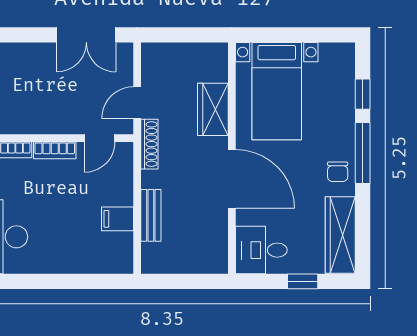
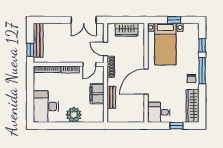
window: (297, 35) -> (174, 20), added
door: (137, 103) -> (105, 49), hinge flipped
wardrobe: (213, 109) -> (127, 30), moved, turned -90
door: (232, 179) -> (146, 82), swing flipped
filing cabinet: (118, 219) -> (97, 94), width x2.00
plant: (63, 256) -> (74, 115), added

